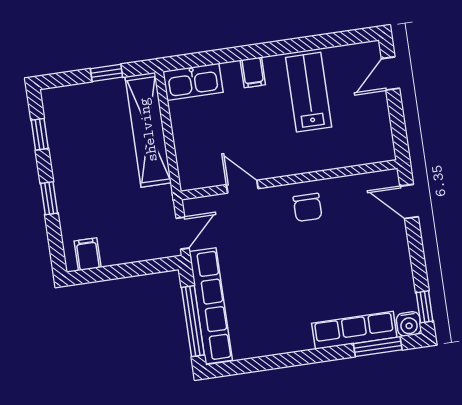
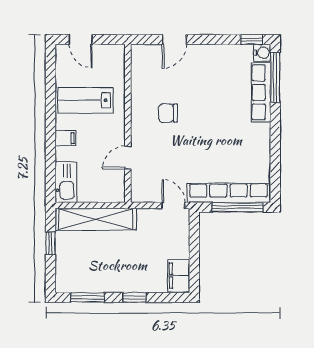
window: (40, 134) -> (87, 297), width x1.50
wall: (289, 180) -> (128, 123), moved
door: (242, 187) -> (128, 158), moved
chair: (308, 207) -> (168, 113), turned 180
filing cabinet: (88, 254) -> (179, 276), width x2.00
window: (378, 347) -> (275, 77), width x1.44

